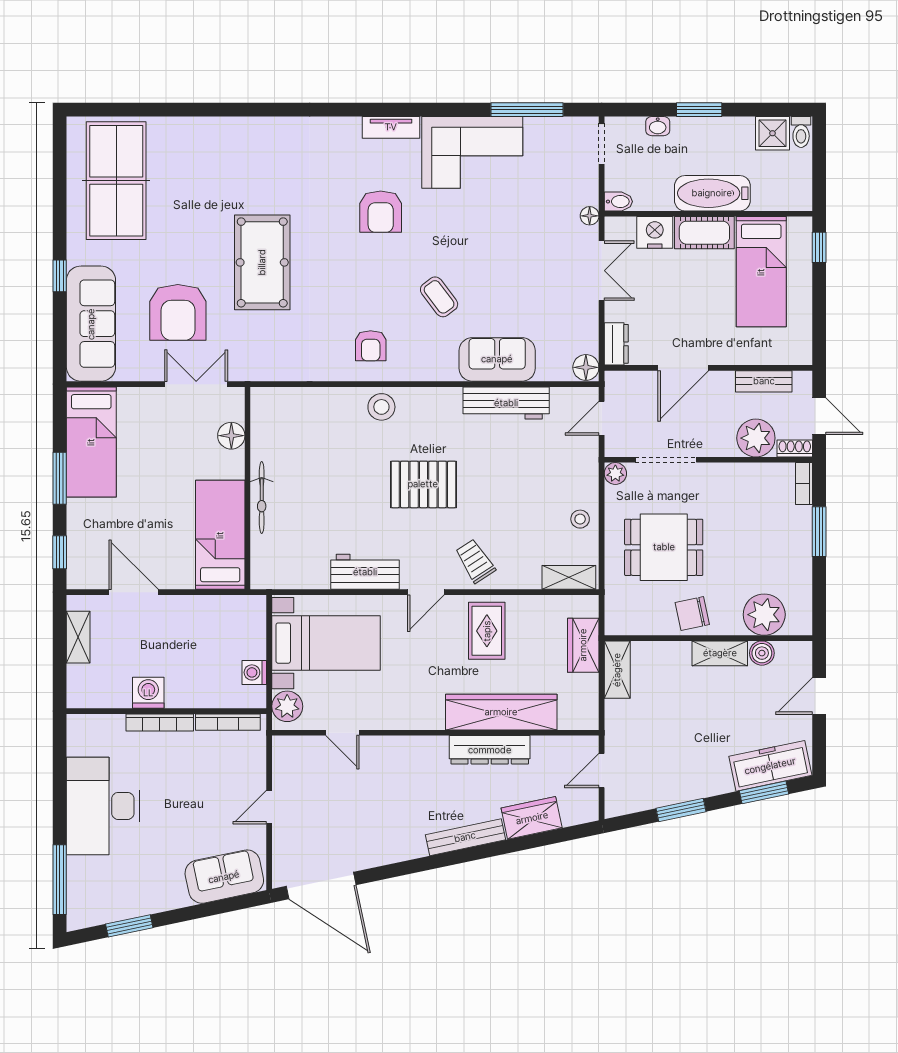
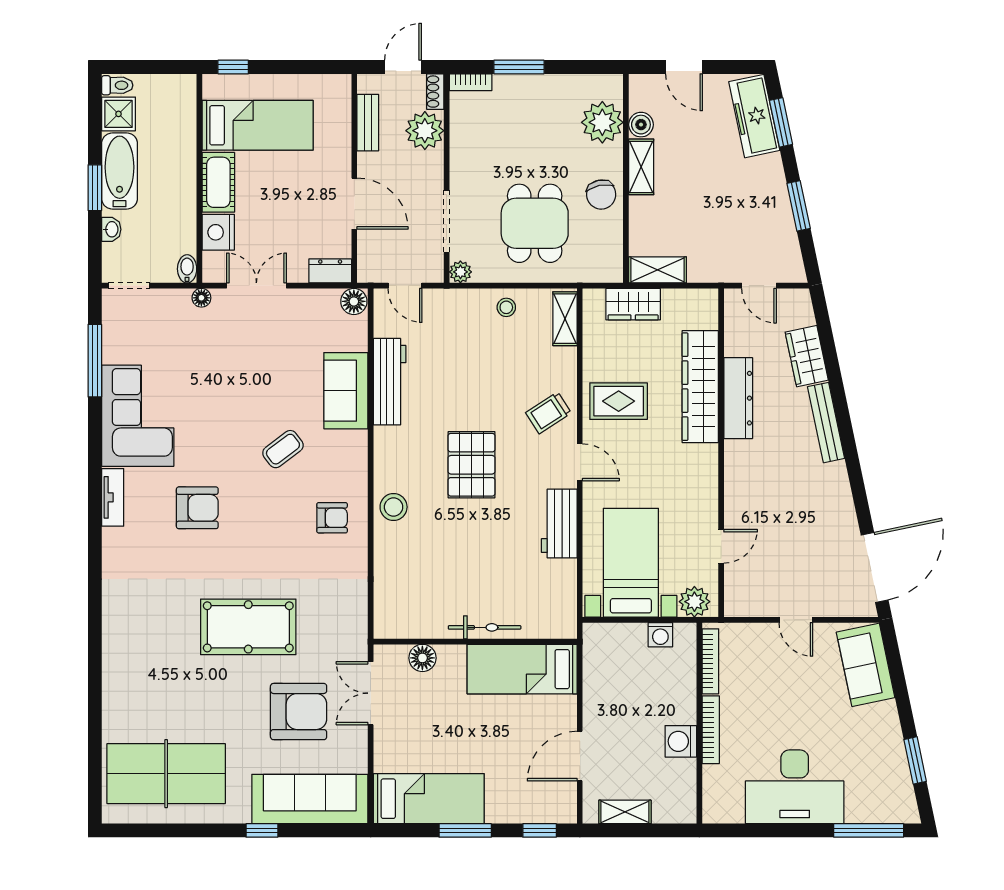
bathtub: (712, 193) -> (120, 171), moved, turned 180

